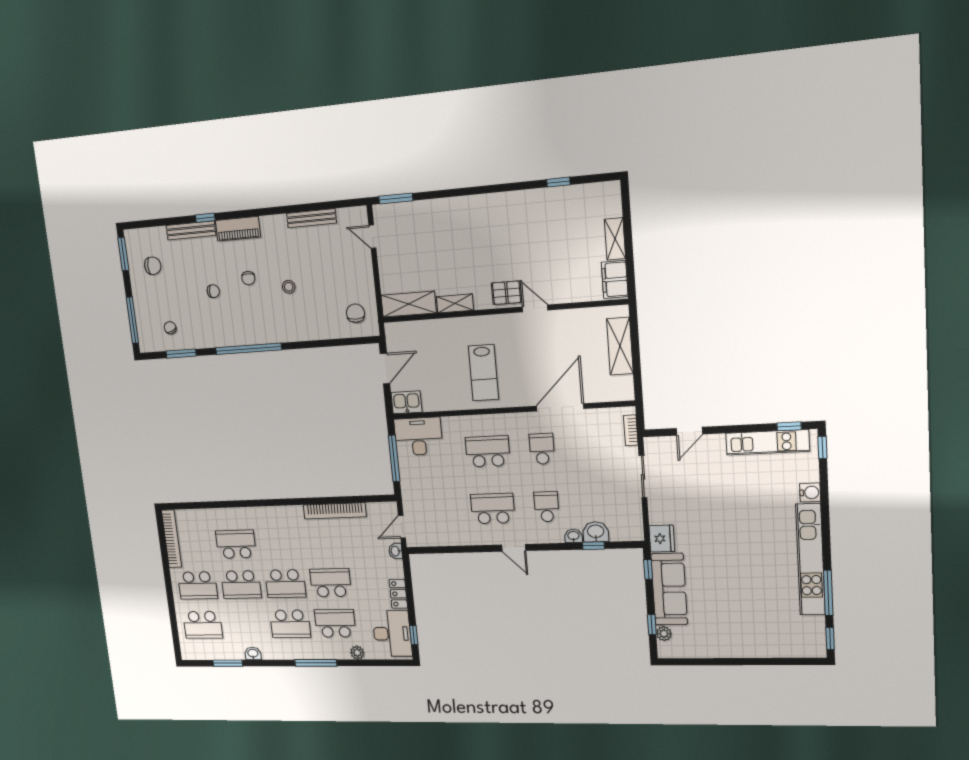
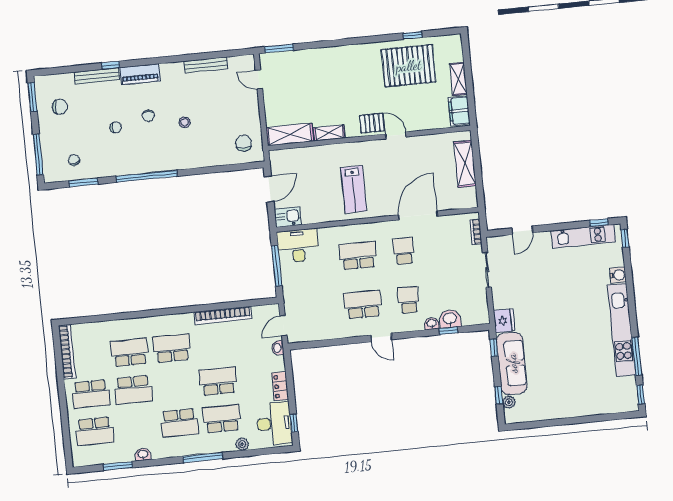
pallet: (553, 221) -> (409, 66), added
school desk: (285, 584) -> (172, 348), moved, turned 180

